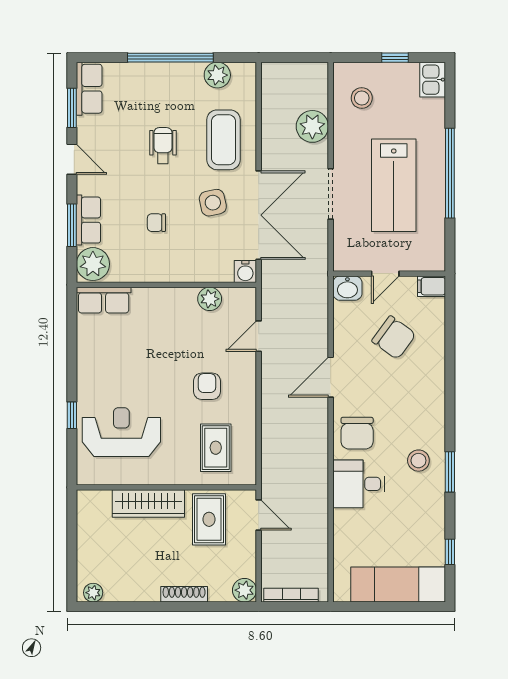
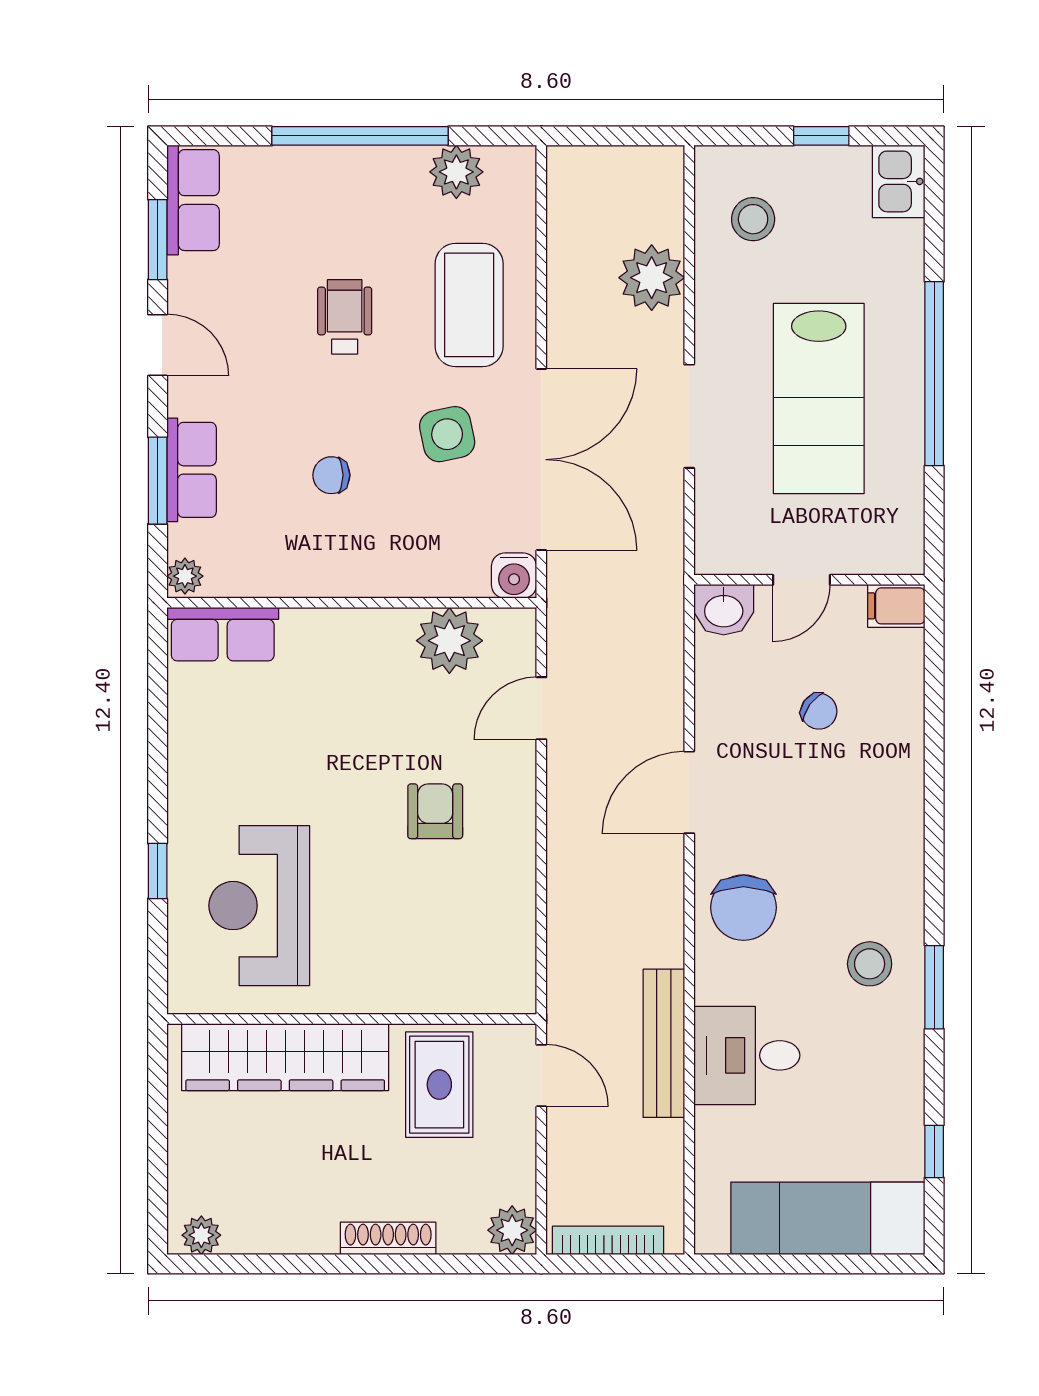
plant: (93, 264) -> (185, 576), width x0.53, depth x0.53
plant: (210, 299) -> (449, 641), width x1.36, depth x1.36
chair: (394, 338) -> (819, 711), width x0.54, depth x0.54
reception desk: (121, 432) -> (259, 906), turned -90
rug: (216, 448) -> (453, 937), removed
desk: (359, 484) -> (747, 1055), moved
bench: (318, 499) -> (664, 1043), added
wardrobe: (148, 504) -> (285, 1057), width x1.40, depth x1.17

